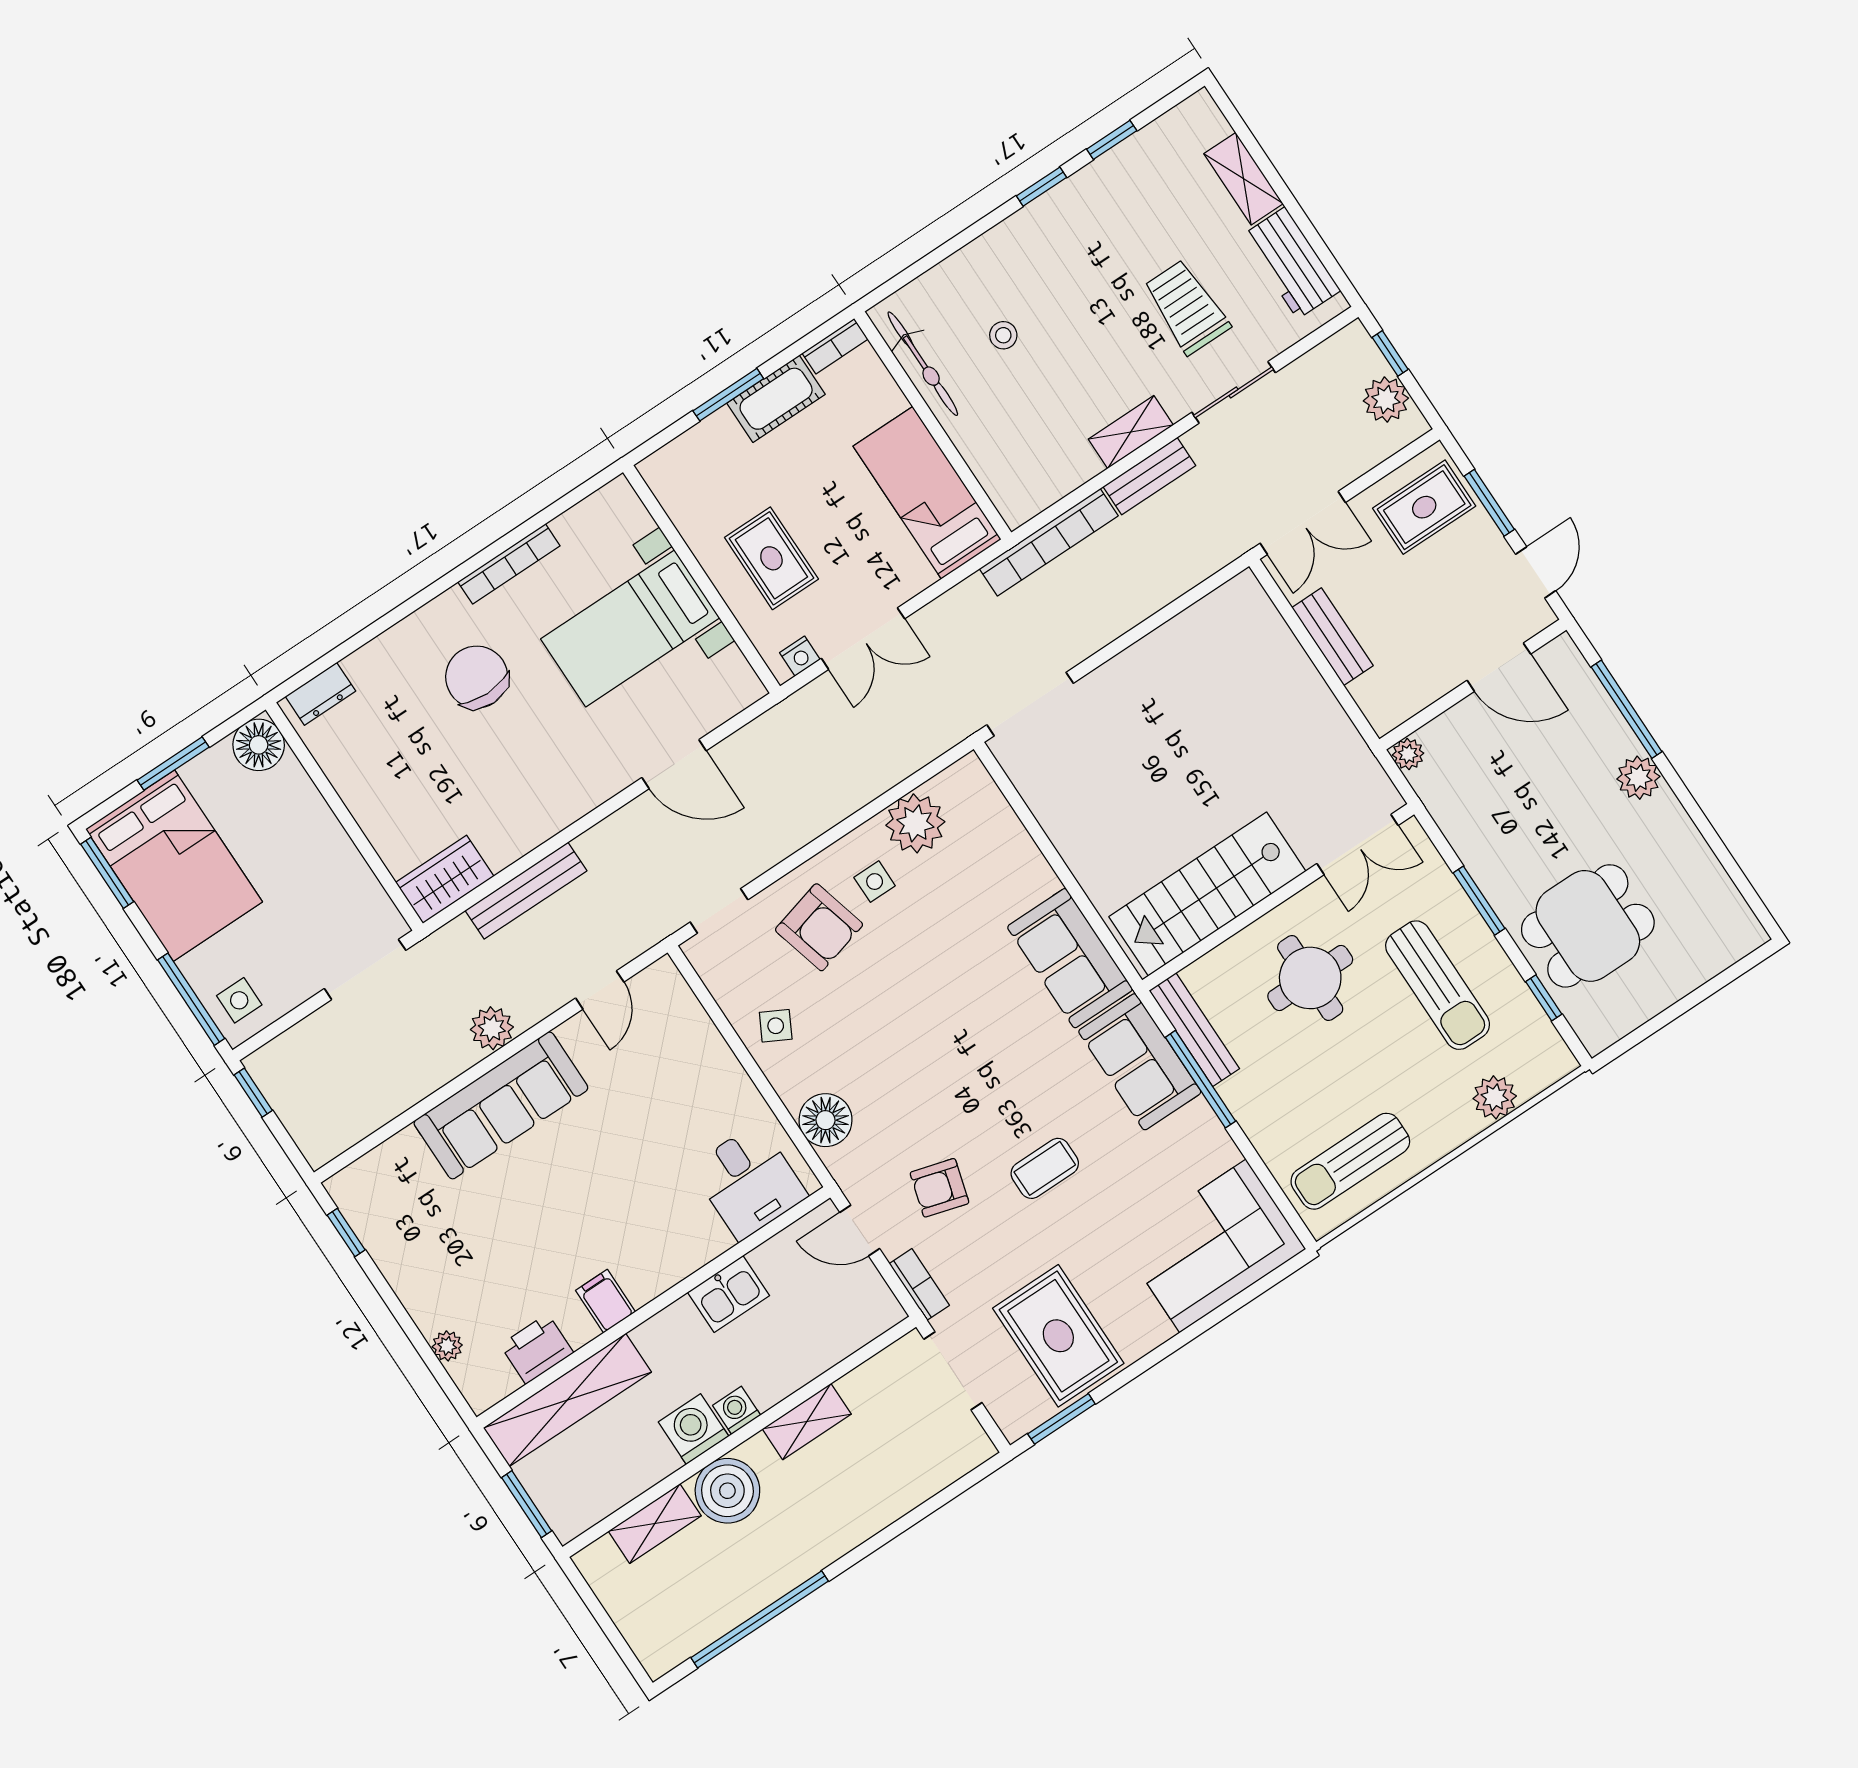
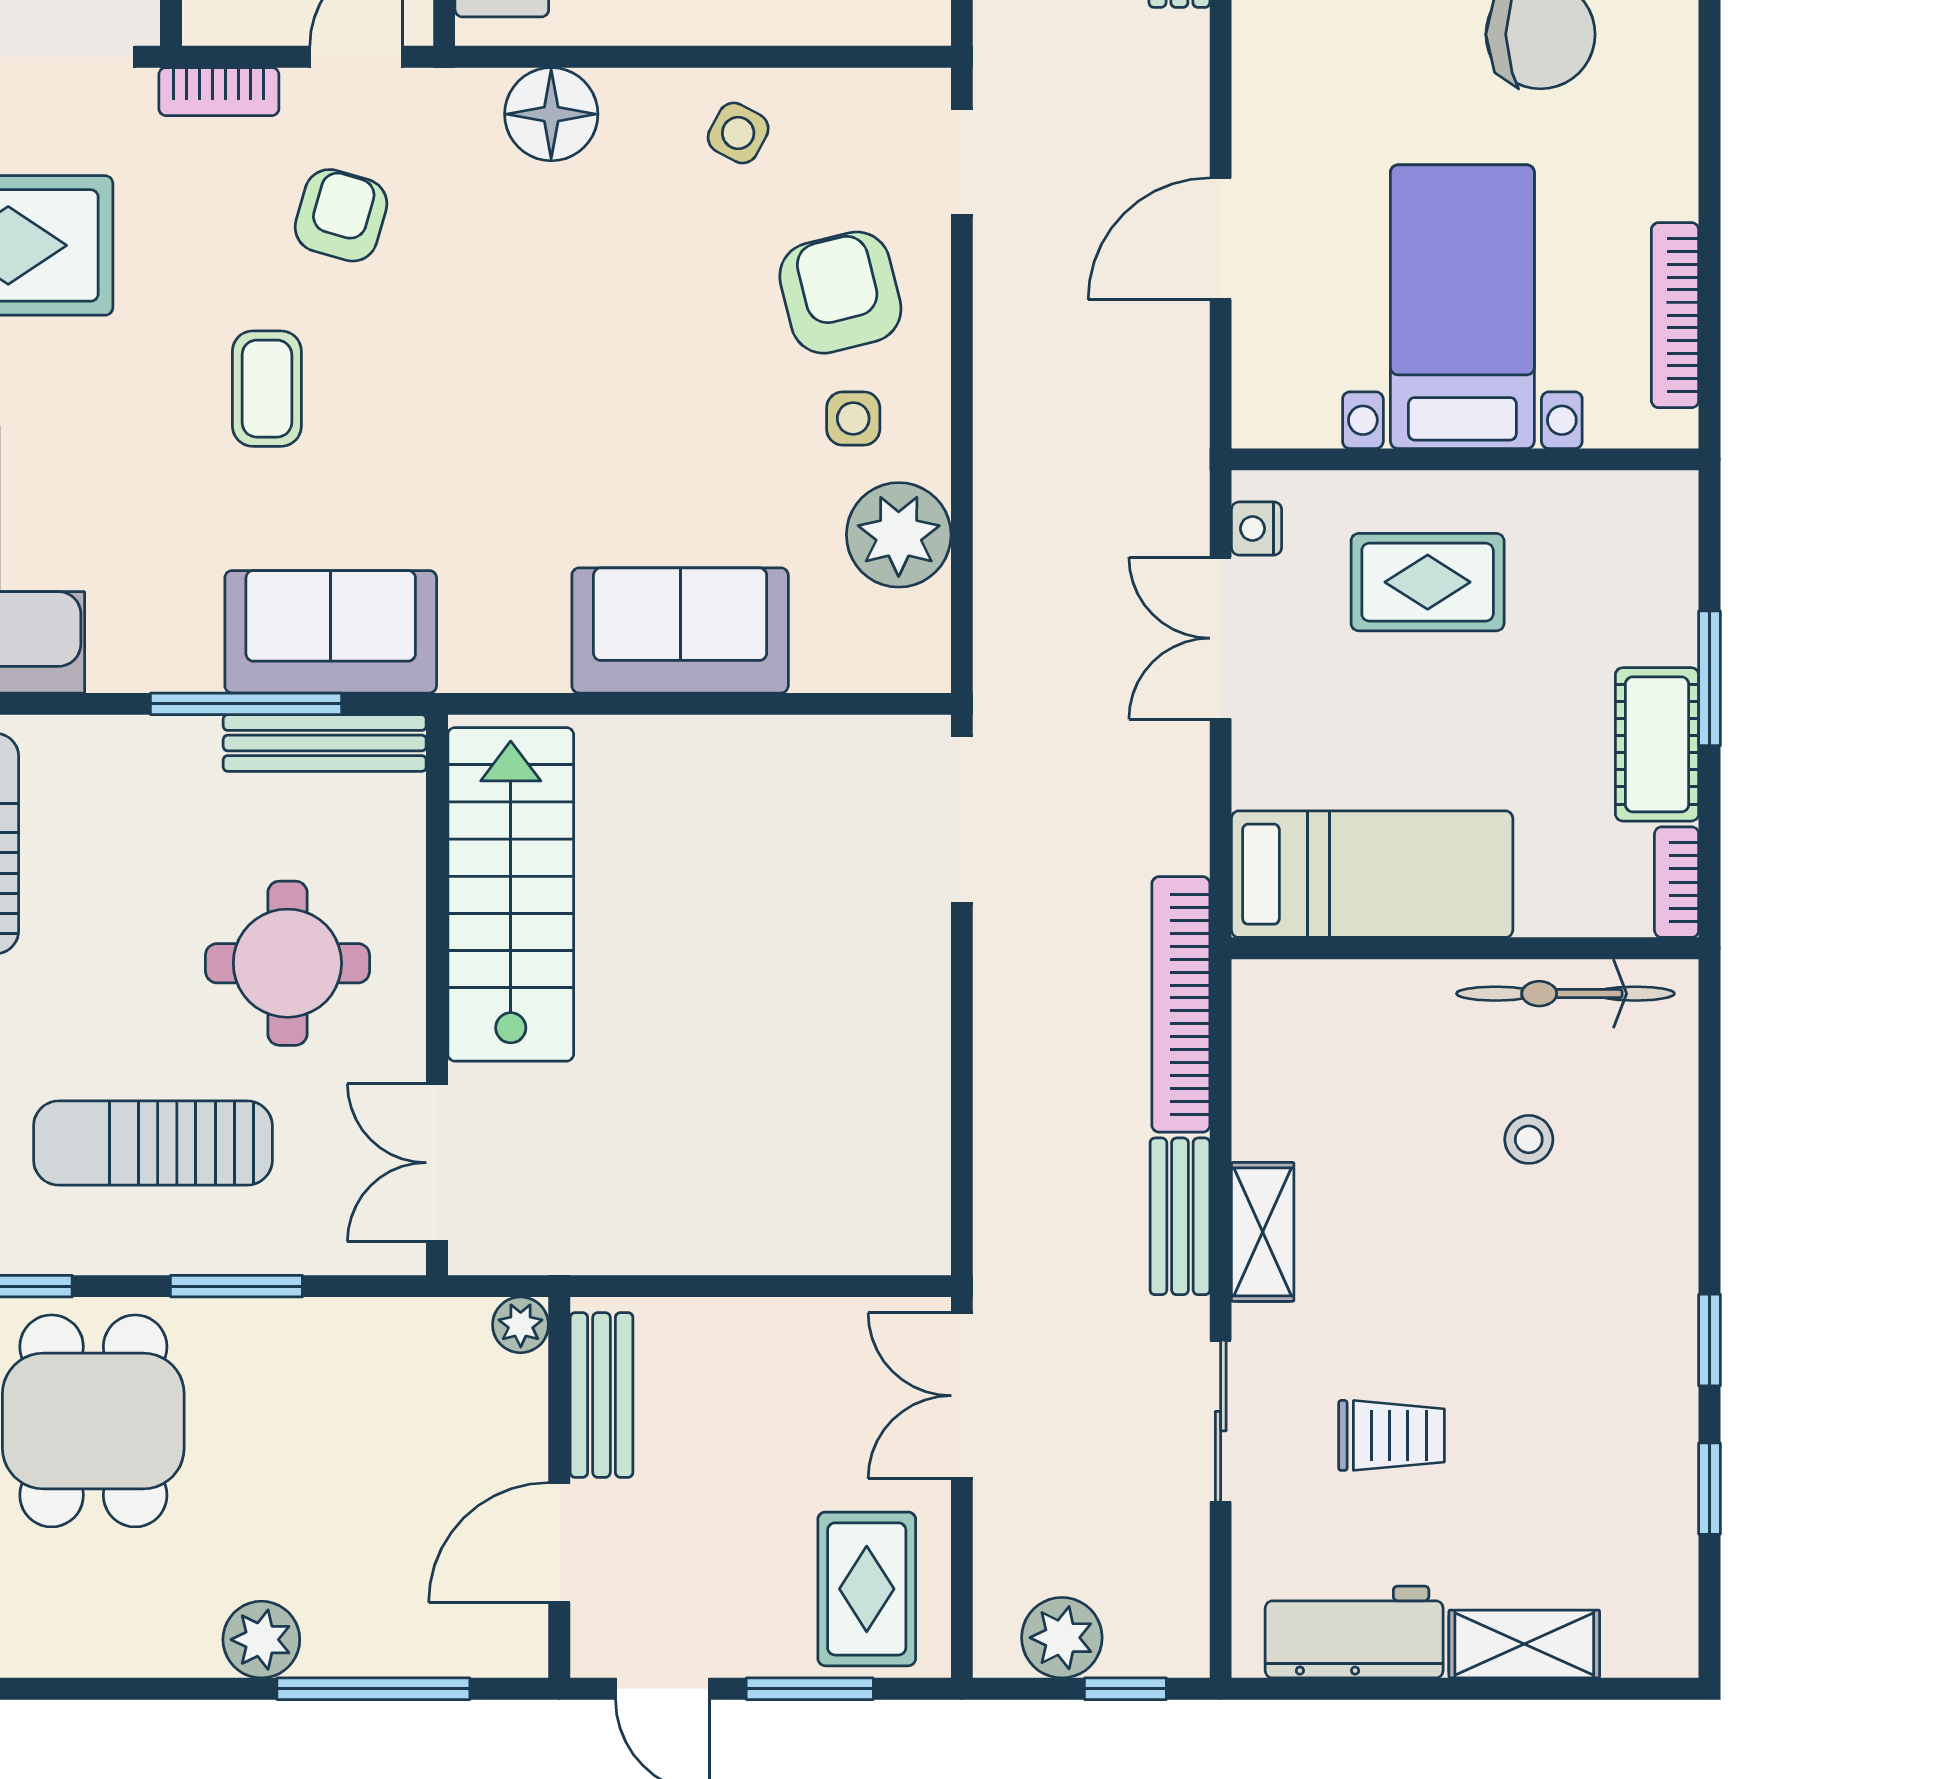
trolley: (1187, 307) -> (1391, 1435), width x0.73, depth x0.72
bookcase: (509, 564) -> (1675, 315), moved
bench: (1332, 637) -> (601, 1395), moved, turned 90
armchair: (819, 927) -> (840, 293), turned 91
sofa: (1070, 958) -> (680, 630), moved

